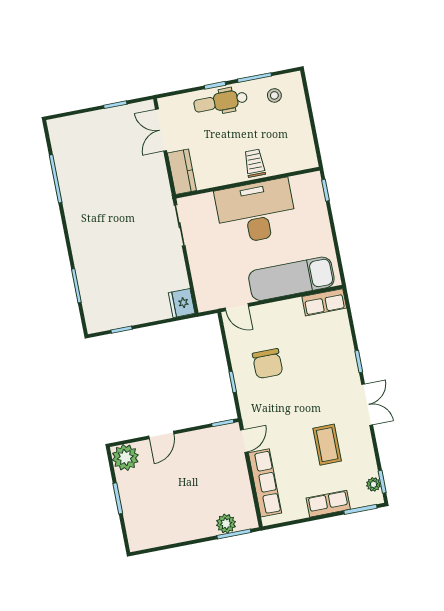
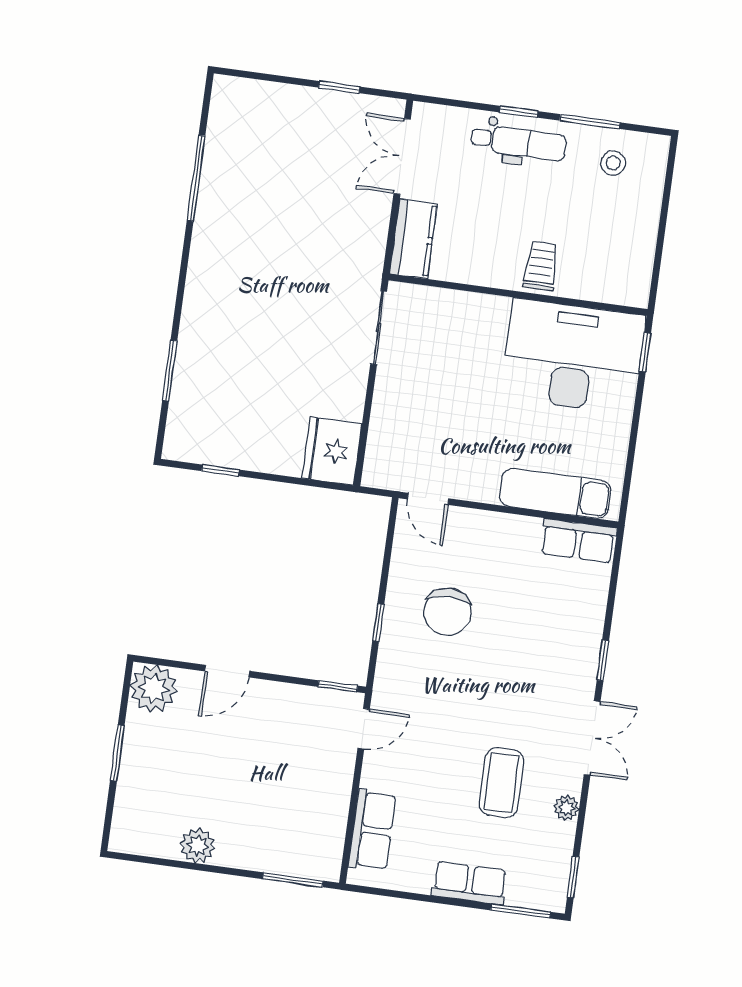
dental chair: (221, 102) -> (519, 143), turned 180
desk: (256, 212) -> (573, 357), moved
exam couch: (291, 279) -> (555, 494), width x0.73, depth x0.69
fridge: (182, 303) -> (332, 451), width x1.36, depth x1.34
row of seats: (265, 483) -> (372, 830), width x0.68
plant: (374, 484) -> (566, 808), moved
plant: (226, 524) -> (198, 846), moved

